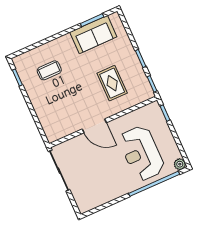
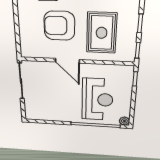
rug: (112, 83) -> (102, 33), width x1.36, depth x1.43
armchair: (72, 95) -> (59, 26), added
reception desk: (142, 153) -> (97, 100), turned 180

